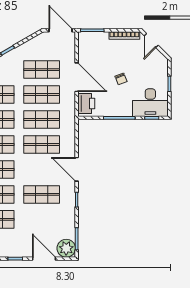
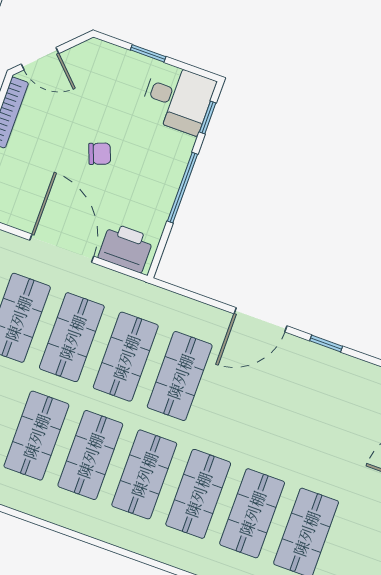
door: (77, 77) -> (62, 248), hinge flipped
desk: (150, 103) -> (178, 98), width x0.73
shop shelf: (42, 194) -> (288, 415), removed

